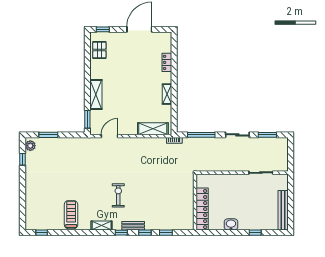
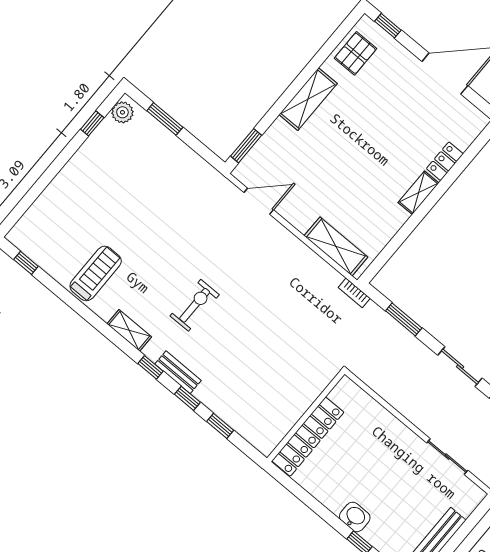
shelving: (167, 94) -> (418, 193), moved
shelving: (96, 95) -> (308, 99), moved
window: (201, 135) -> (404, 319), width x0.69
washbasin: (231, 224) -> (355, 517), moved

